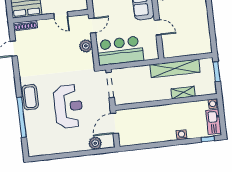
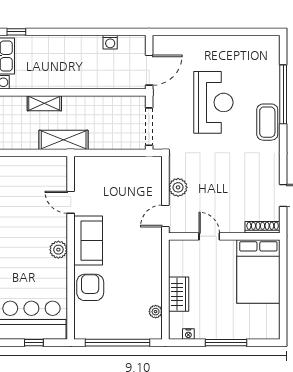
bar counter: (120, 51) -> (129, 175), removed
shelving: (175, 68) -> (64, 140), width x0.68
reception desk: (68, 106) -> (213, 102), turned 180
washing machine: (182, 135) -> (110, 42), moved
plant: (95, 143) -> (180, 44), removed

